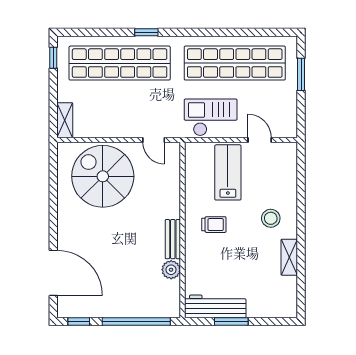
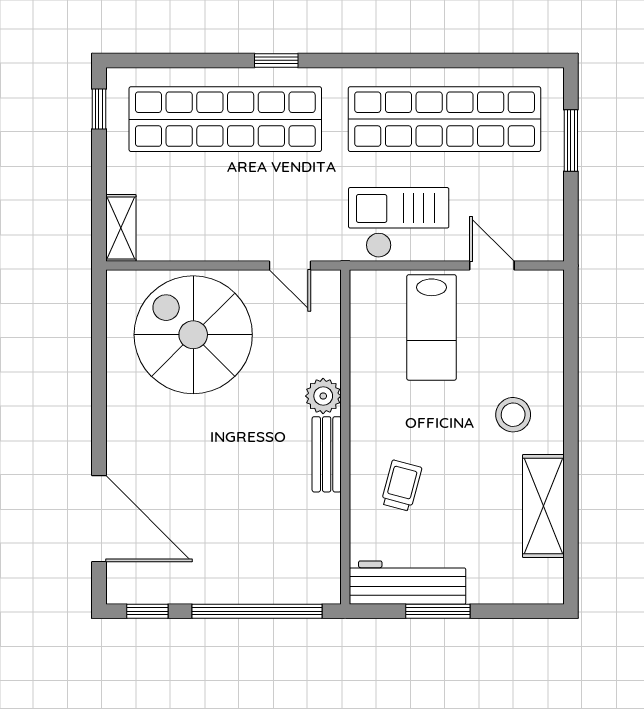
lab bench: (228, 172) -> (432, 327), turned 180
trolley: (214, 225) -> (401, 486), moved, turned -75
shelving: (289, 257) -> (543, 506), width x1.50, depth x1.33
plant: (171, 270) -> (323, 396), moved

